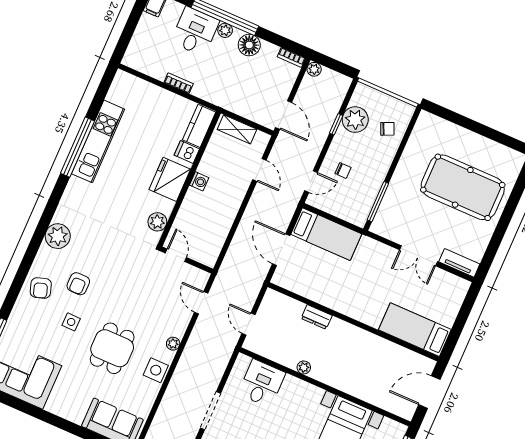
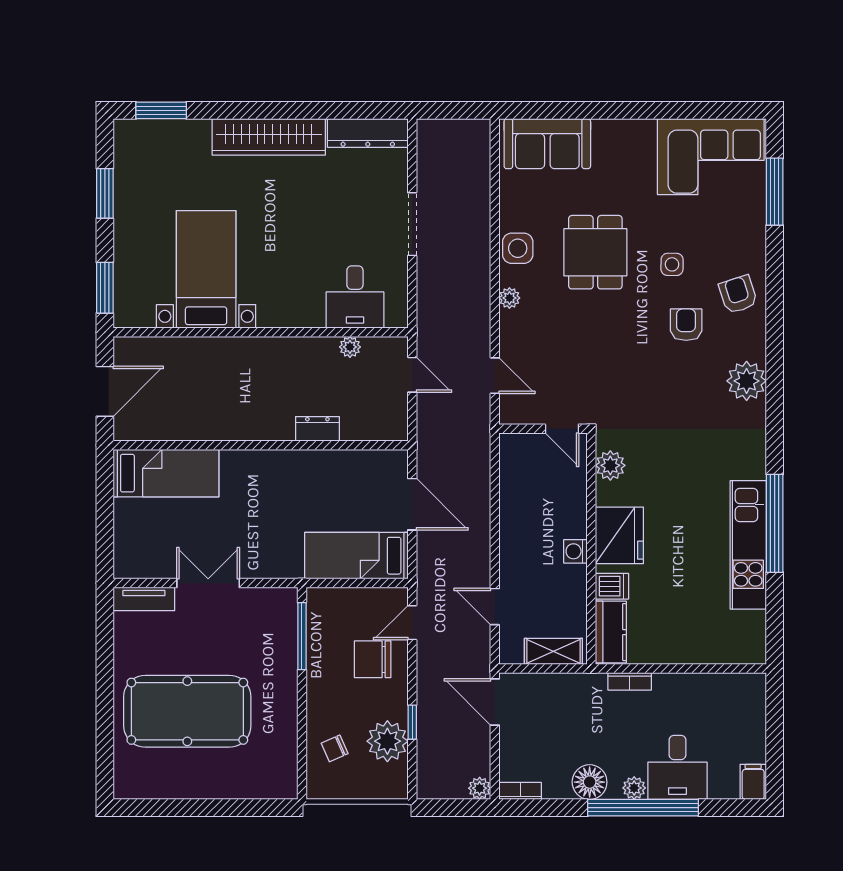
bookcase: (179, 83) -> (630, 681), moved
chair: (343, 170) -> (373, 659), width x1.87, depth x1.87
plant: (304, 367) -> (350, 347), moved

